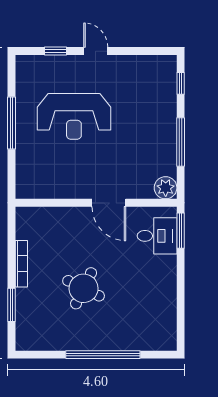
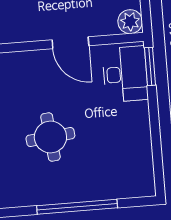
desk: (157, 236) -> (125, 74), width x1.37
round table: (84, 288) -> (50, 137), turned -32

